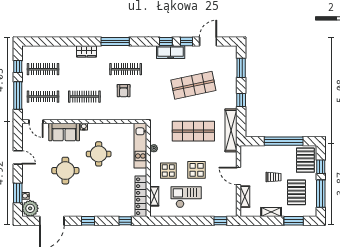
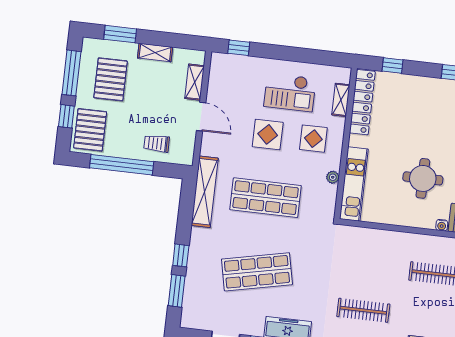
armchair: (124, 91) -> (371, 276), removed
window: (241, 100) -> (181, 255), moved
trolley: (273, 177) -> (157, 143), moved

